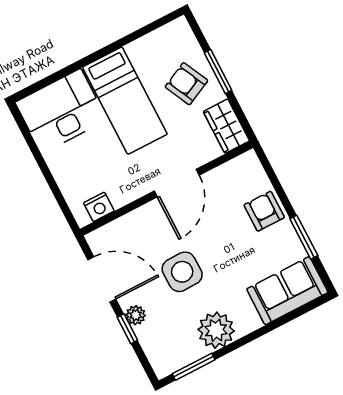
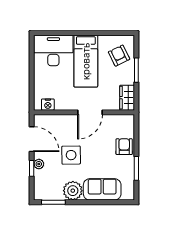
armchair: (186, 84) -> (119, 56), moved
sofa: (287, 291) -> (102, 189), moved

